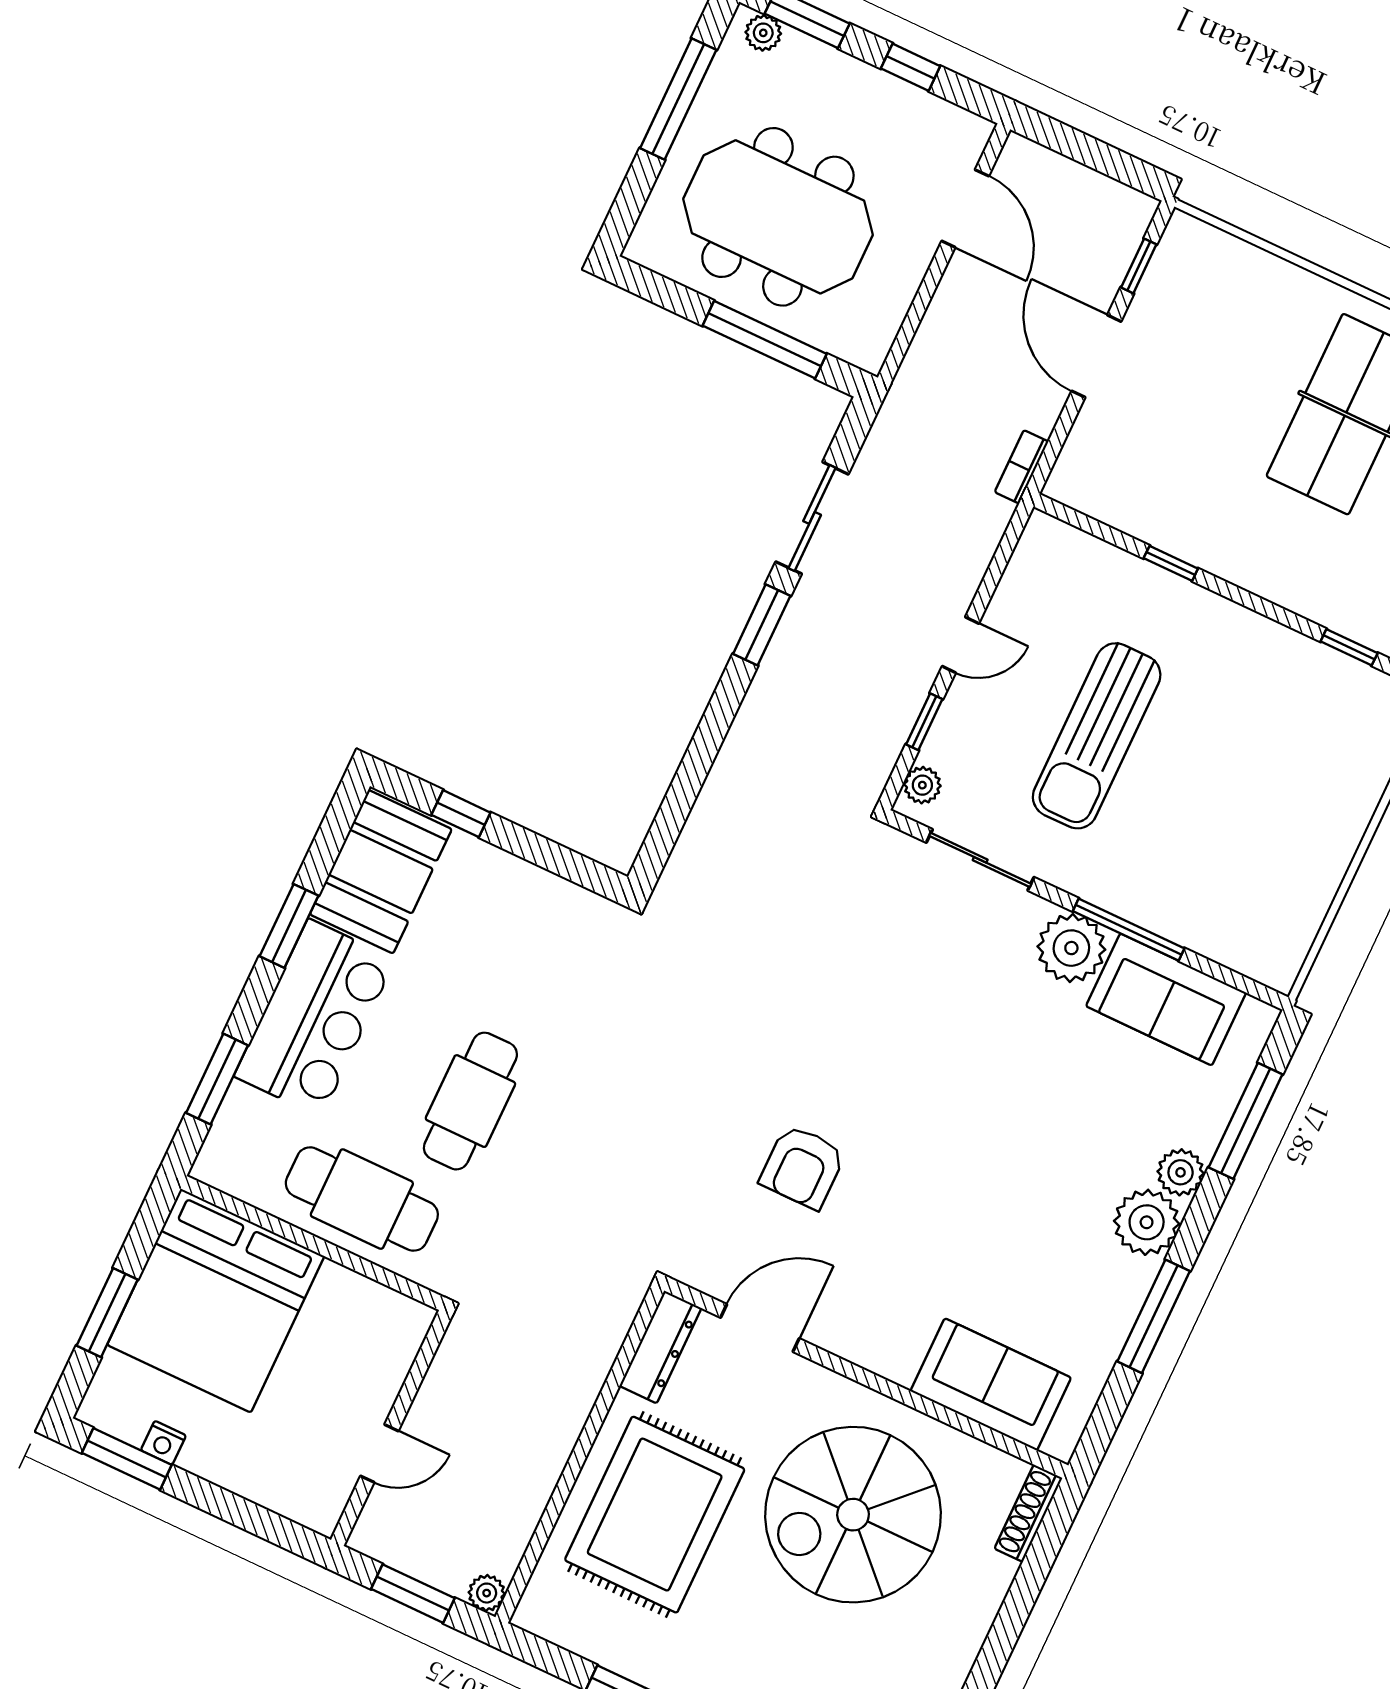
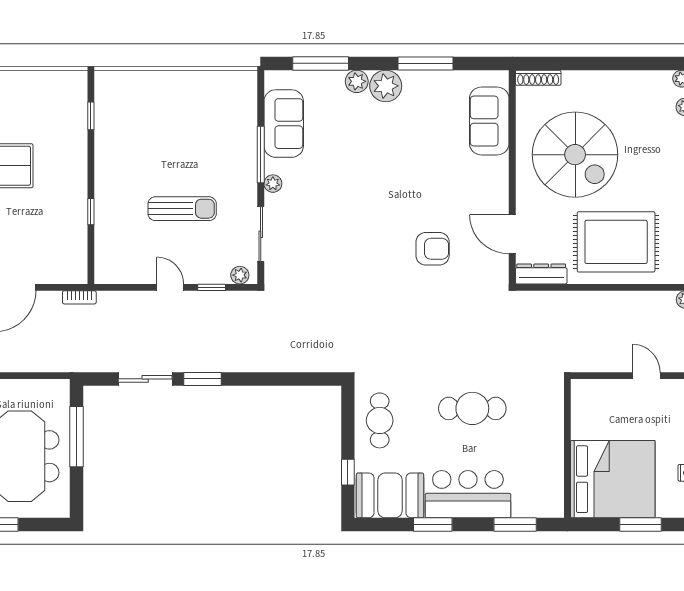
sun lounger: (1097, 736) -> (182, 209), width x0.73, depth x0.75
plant: (1071, 948) -> (273, 184), width x0.53, depth x0.53
cafe table: (362, 1199) -> (380, 420), moved, width x0.73, depth x0.74

